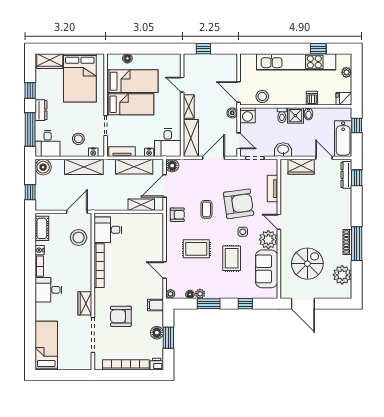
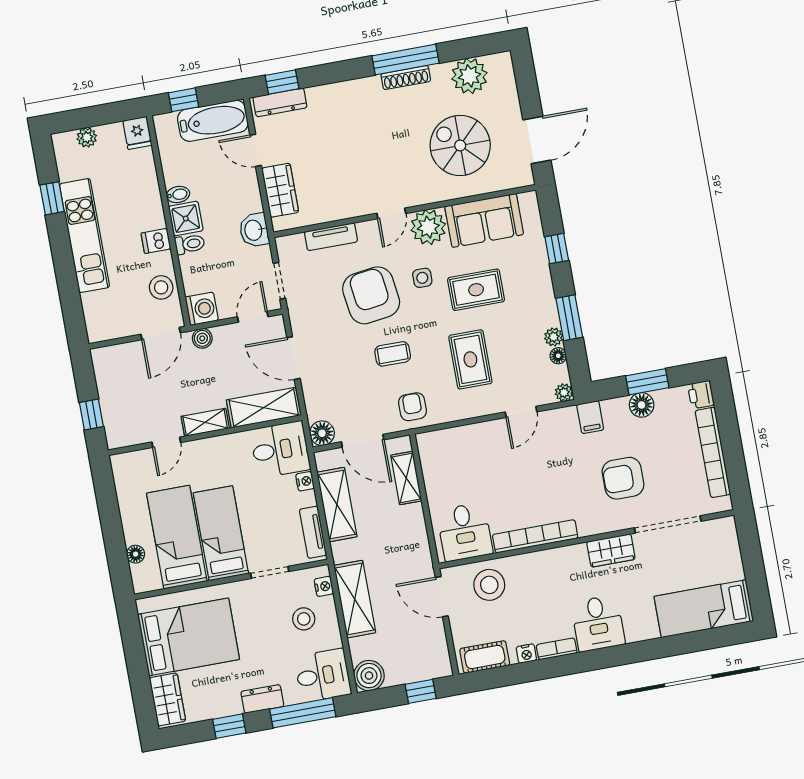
kitchen unit: (296, 62) -> (84, 236), width x0.73
dishwasher: (312, 98) -> (156, 241), moved
door: (324, 158) -> (256, 150), hinge flipped
armchair: (121, 316) -> (623, 478), turned 90

